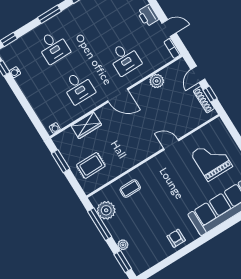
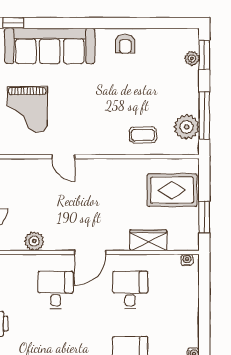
door: (118, 95) -> (90, 252), swing flipped
rug: (91, 165) -> (172, 190), width x1.36, depth x1.43
plant: (123, 245) -> (192, 58), moved

